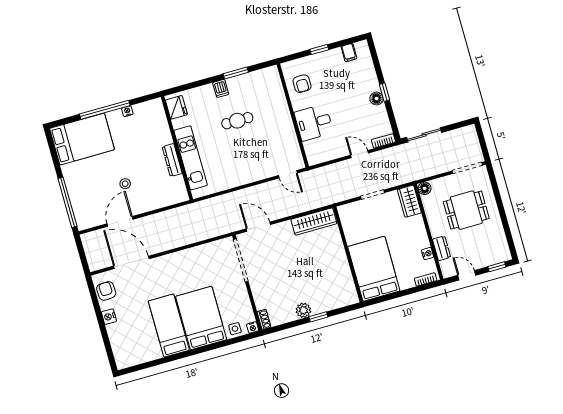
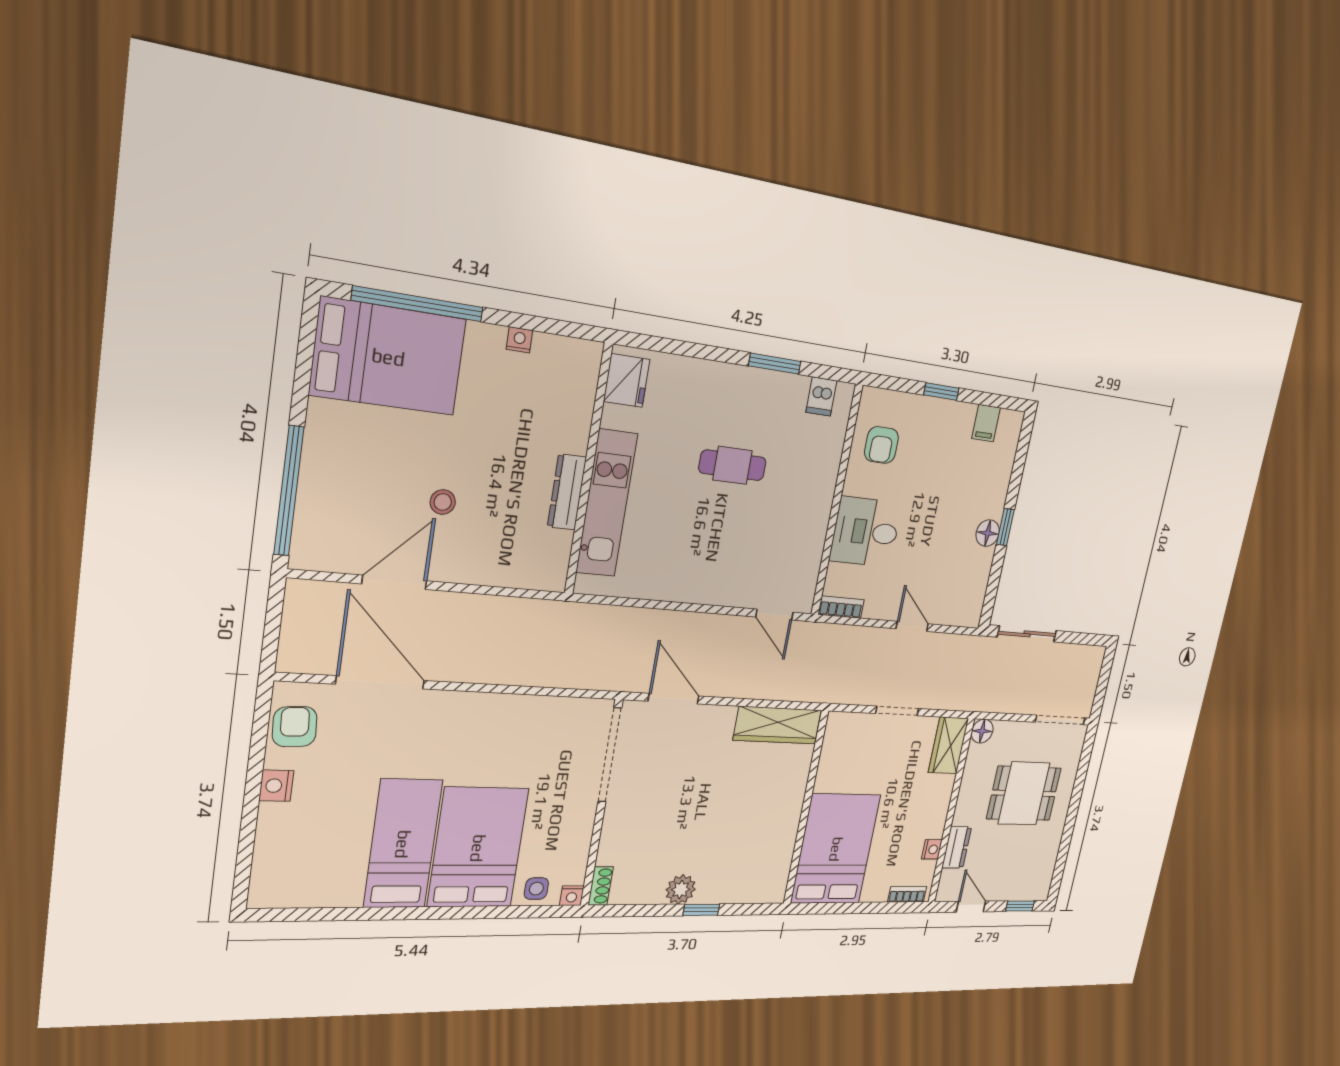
dishwasher: (221, 88) -> (821, 396), moved
window: (105, 110) -> (418, 304), moved
bookcase: (383, 141) -> (841, 607), moved

